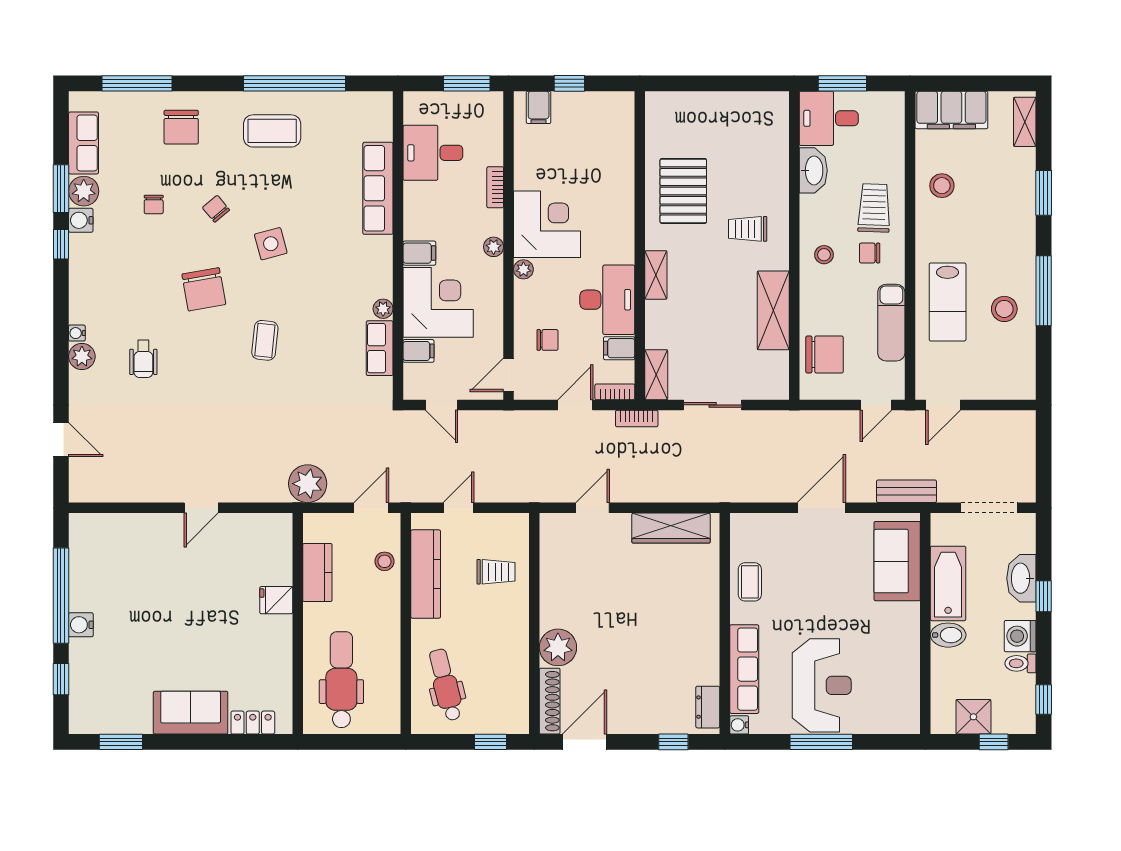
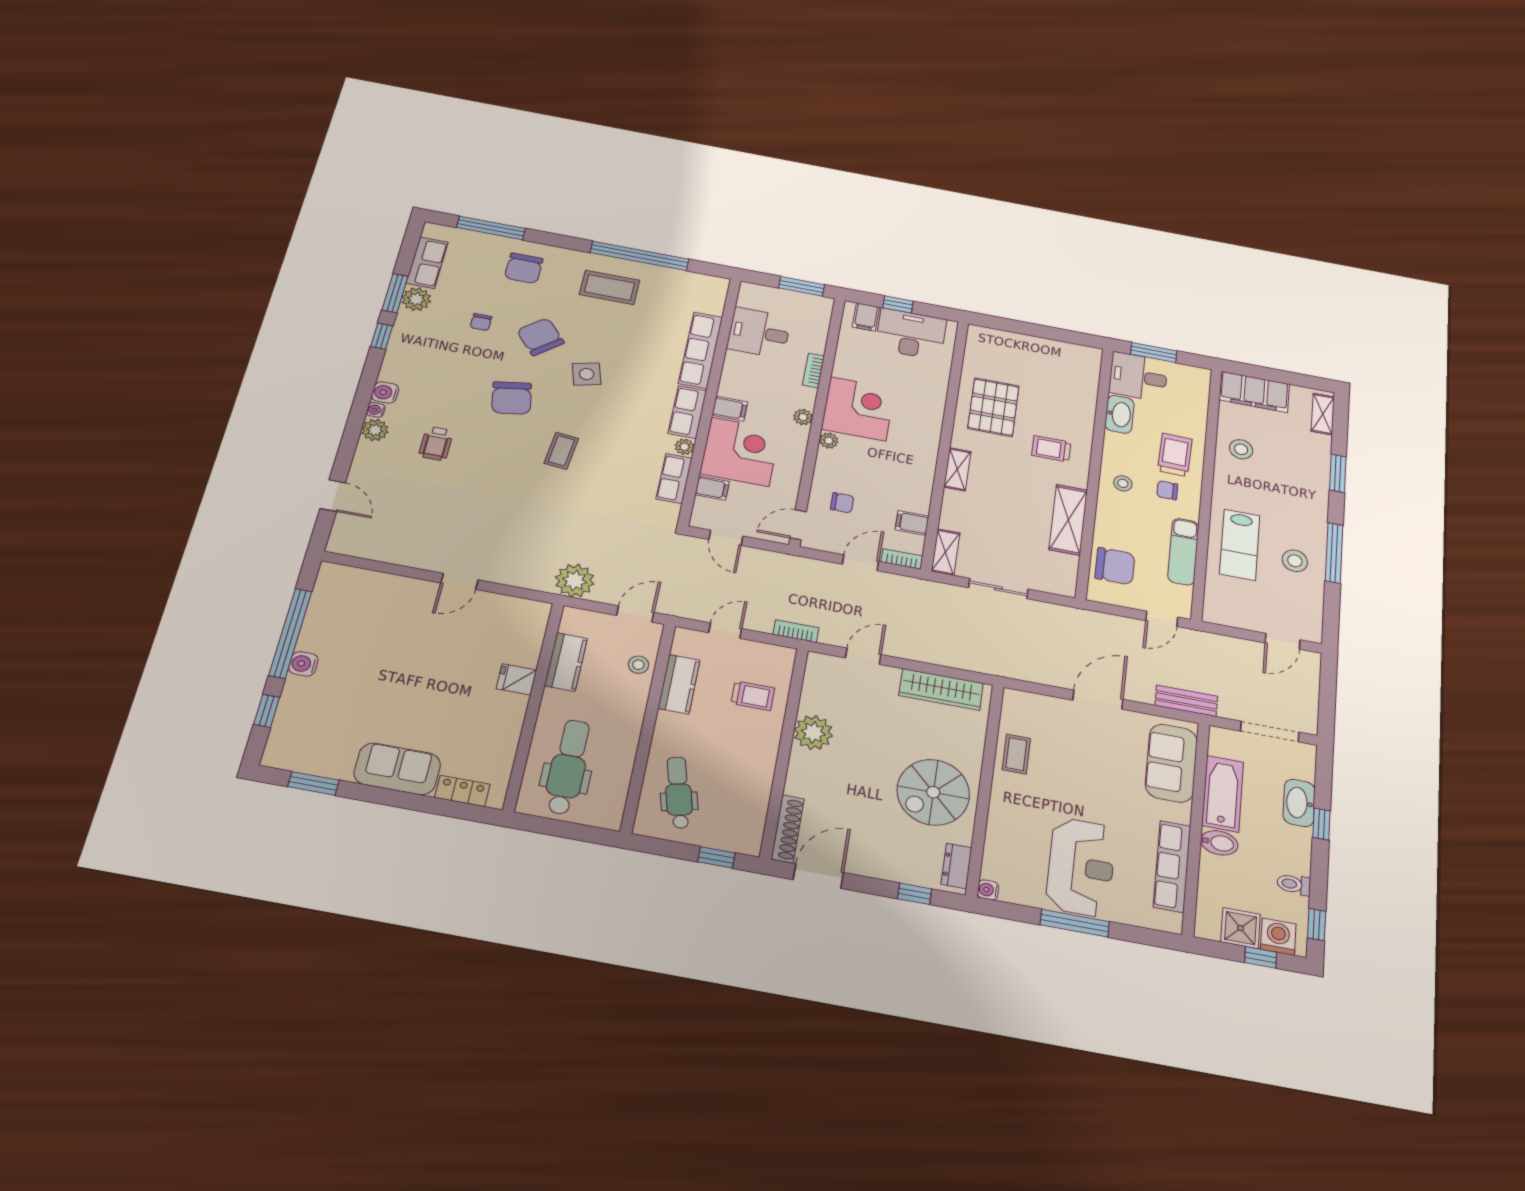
chair: (216, 209) -> (540, 337), width x1.87, depth x1.87
water cooler: (81, 220) -> (385, 393), moved
row of seats: (378, 267) -> (687, 412), added
desk: (607, 300) -> (911, 334), moved, turned -90
door: (943, 405) -> (1283, 641), moved
bookcase: (637, 419) -> (796, 631), moved, turned 180
kitchen counter: (426, 574) -> (679, 684), width x0.67
washing machine: (1020, 636) -> (1278, 937), moved, turned 90
spiral stairs: (677, 637) -> (933, 792), added
plant: (558, 647) -> (813, 732), moved
row of seats: (744, 669) -> (1172, 866), moved, turned 180

